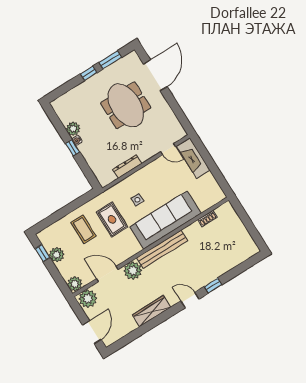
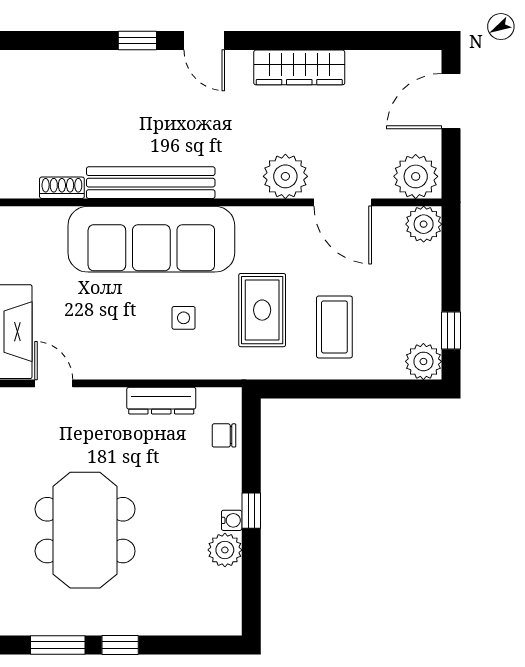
chair: (98, 168) -> (224, 435), added
bench: (162, 249) -> (151, 183), moved
plant: (57, 255) -> (423, 361), moved

